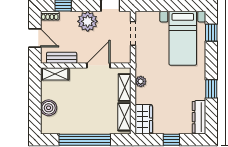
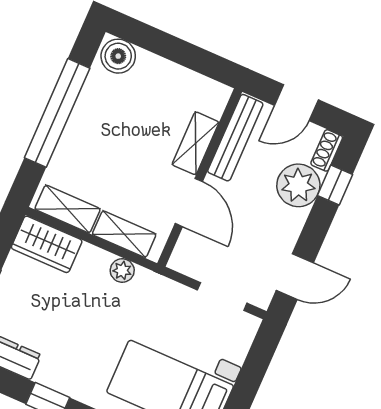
plant: (88, 21) -> (298, 185), moved
bench: (62, 58) -> (235, 138), width x1.36
shelving: (55, 74) -> (195, 143), moved
boiler: (49, 108) -> (118, 56), moved

